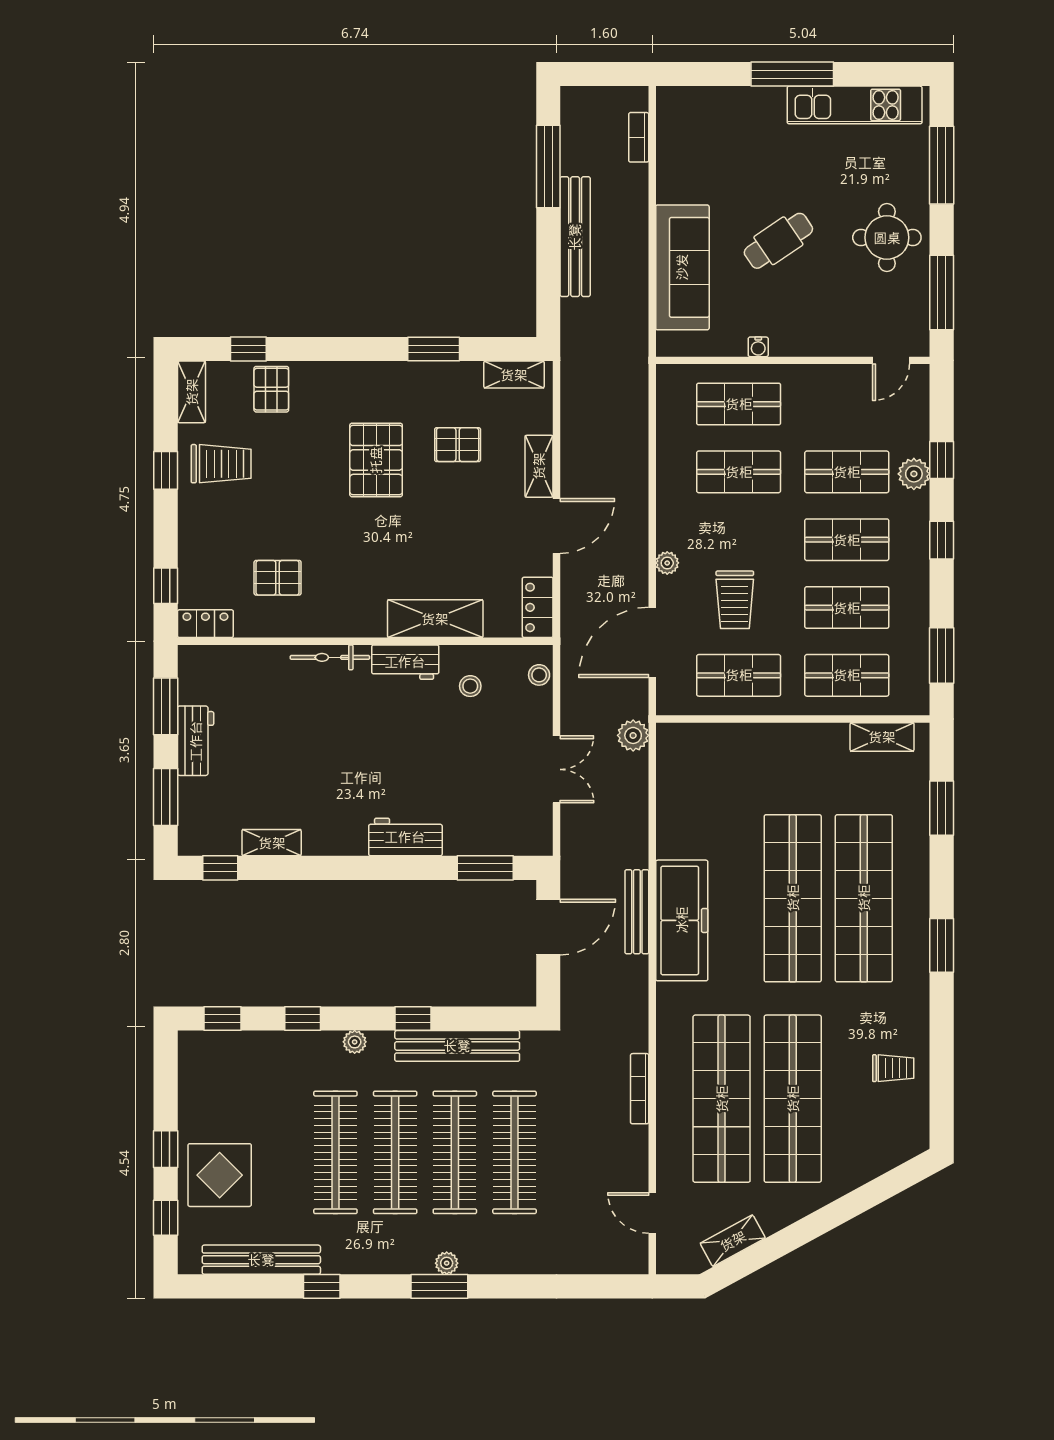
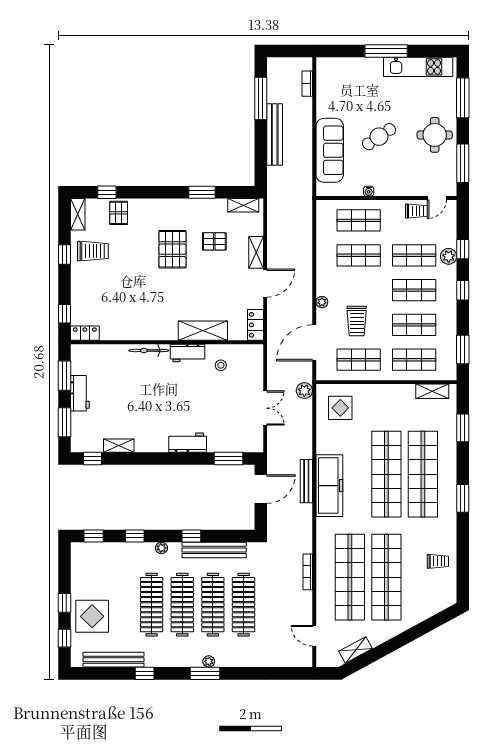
trolley: (851, 386) -> (416, 211), added
pallet: (278, 578) -> (122, 310), removed
stool: (539, 675) -> (256, 360), removed
display table: (703, 769) -> (340, 408), added

